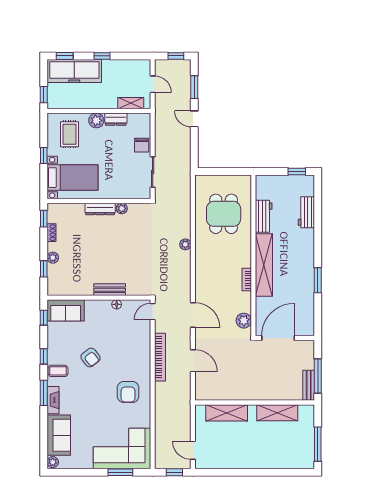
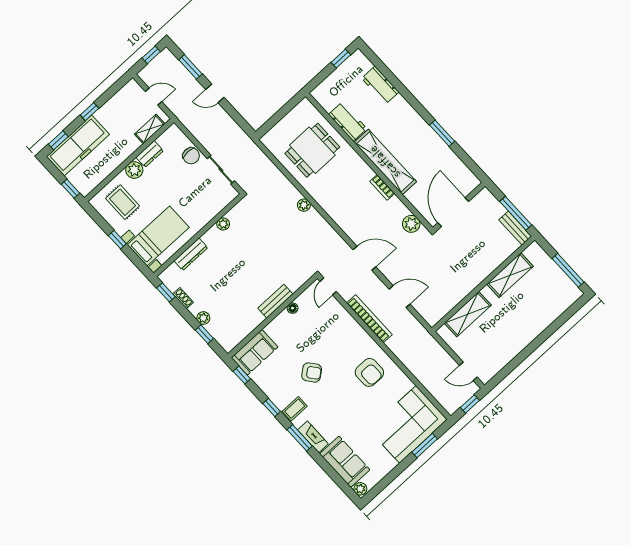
dresser: (100, 209) -> (191, 254), moved
dining table: (224, 214) -> (312, 150), turned 90

